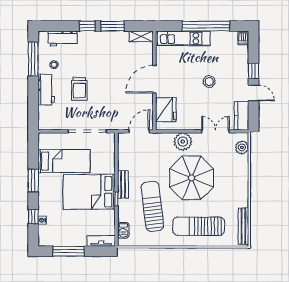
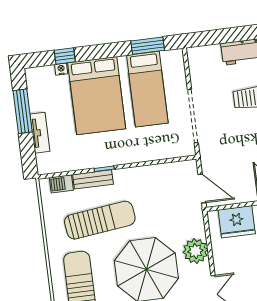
window: (33, 180) -> (148, 46), moved
bench: (123, 184) -> (93, 179), moved
bed: (89, 192) -> (97, 96), moved, turned 180
tv unit: (101, 241) -> (40, 133), moved

